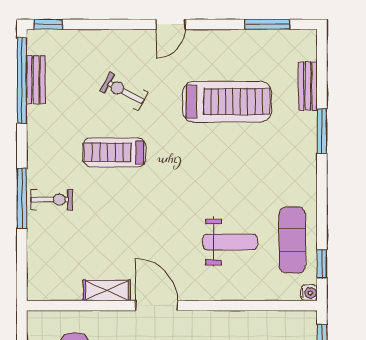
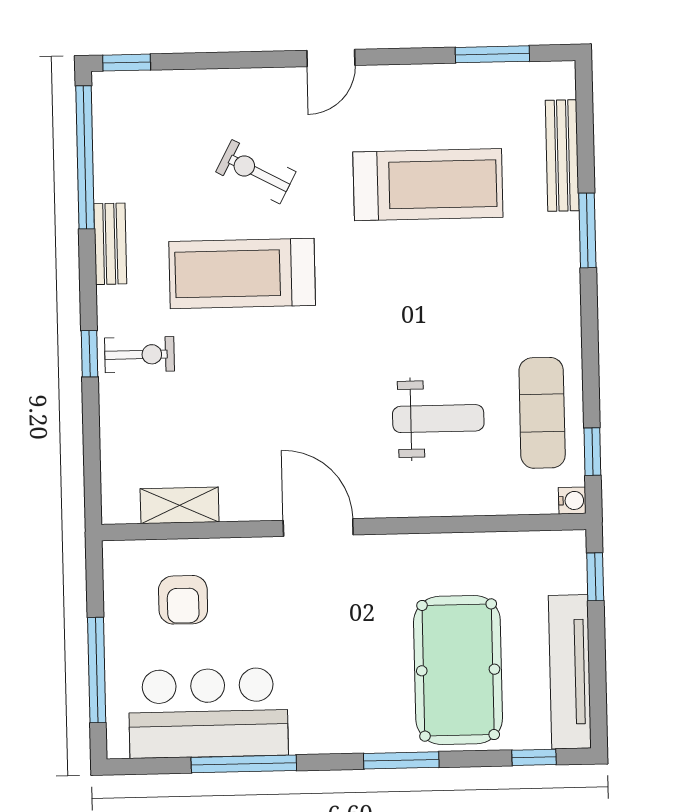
bench: (36, 80) -> (110, 244), moved
bench: (308, 86) -> (562, 155), width x1.36
treadmill: (114, 152) -> (242, 273), width x1.37, depth x1.38
window: (22, 198) -> (90, 354), width x0.46
shelving: (107, 290) -> (180, 505), moved

